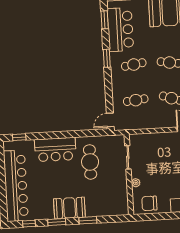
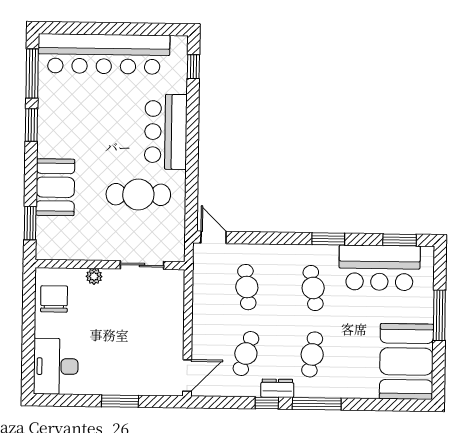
booth: (69, 208) -> (55, 187), moved
window: (88, 220) -> (30, 223), moved
window: (29, 224) -> (32, 74), width x2.17

